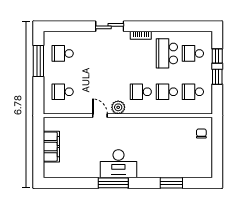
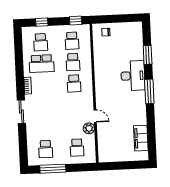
window: (217, 77) -> (76, 21), moved
plant: (118, 107) -> (89, 128), moved
door: (100, 116) -> (95, 116), swing flipped
filing cabinet: (51, 147) -> (141, 138), moved, turned -90
desk: (118, 164) -> (133, 76), moved
window: (113, 183) -> (149, 91), moved

